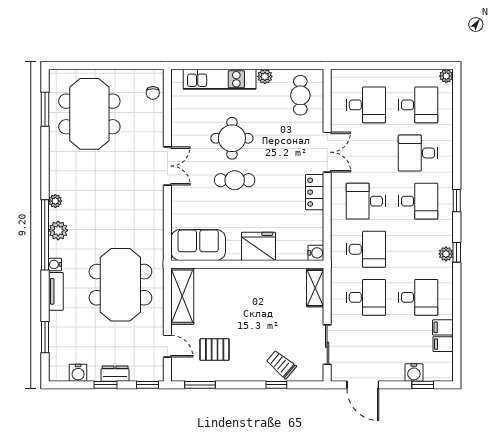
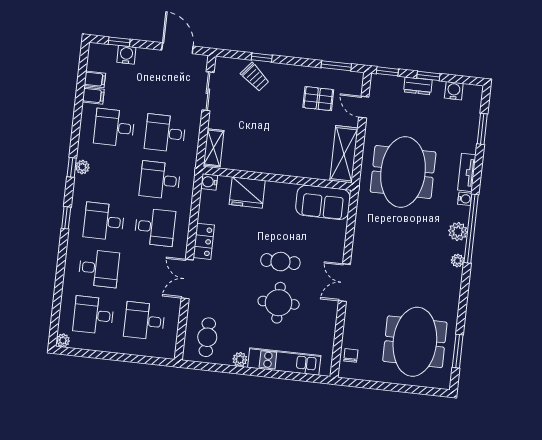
fridge: (258, 246) -> (247, 193), moved

